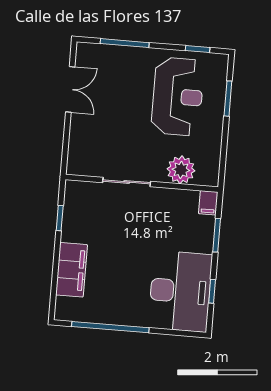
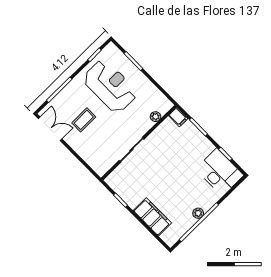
double door: (70, 89) -> (50, 129), moved
coffee table: (114, 100) -> (84, 120), added
plant: (181, 170) -> (156, 117), width x0.53, depth x0.53
desk: (180, 291) -> (220, 172), width x0.73, depth x0.77
plant: (120, 318) -> (198, 213), added

